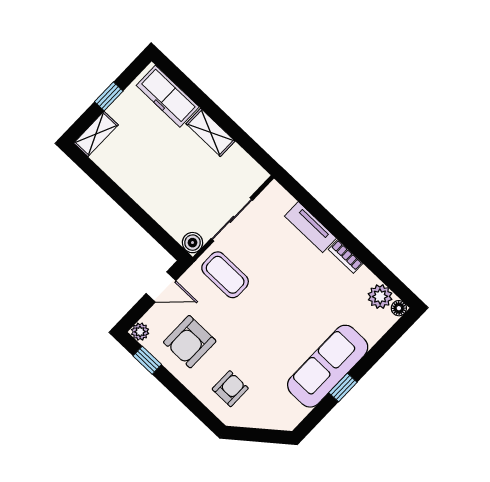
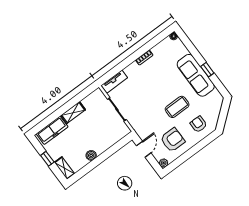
tv unit: (310, 227) -> (114, 82), moved
boiler: (193, 243) -> (91, 155), moved
coffee table: (225, 275) -> (177, 107), moved
plant: (380, 297) -> (166, 44), removed
armchair: (190, 342) -> (173, 140), turned -90
window: (147, 360) -> (178, 162), removed

